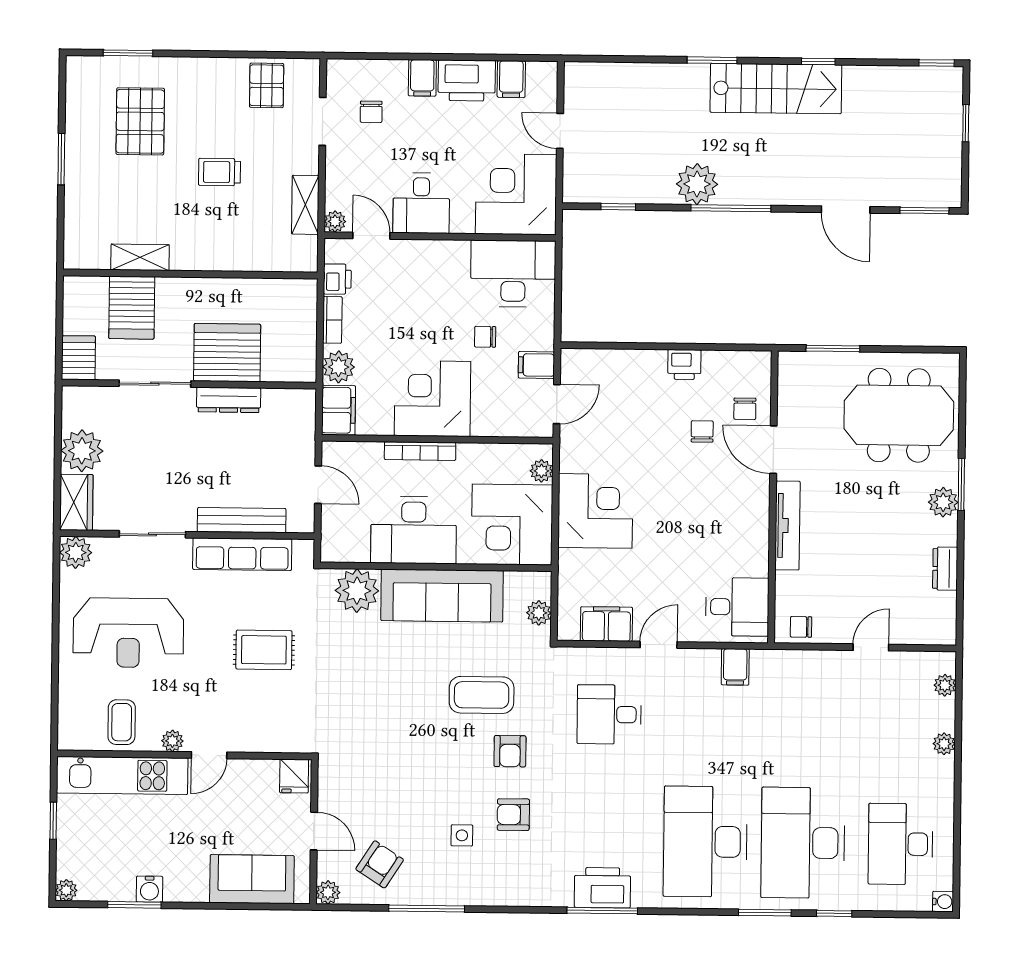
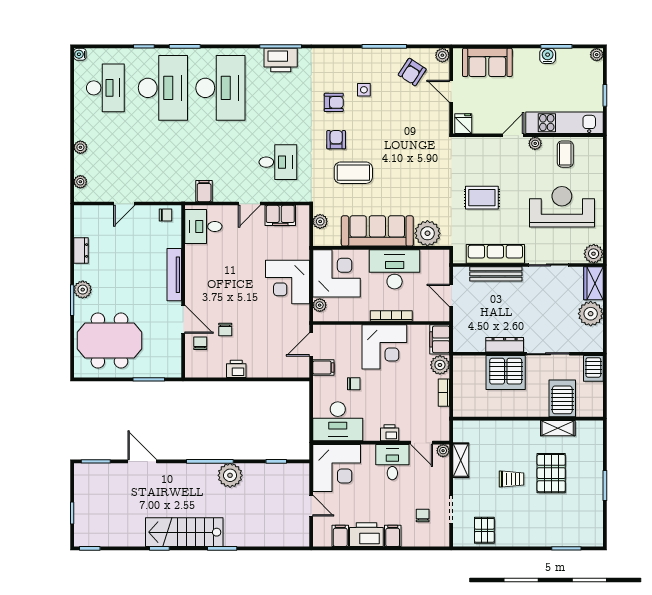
pallet: (140, 121) -> (551, 473), moved
printer: (337, 279) -> (390, 433), moved, turned 90

